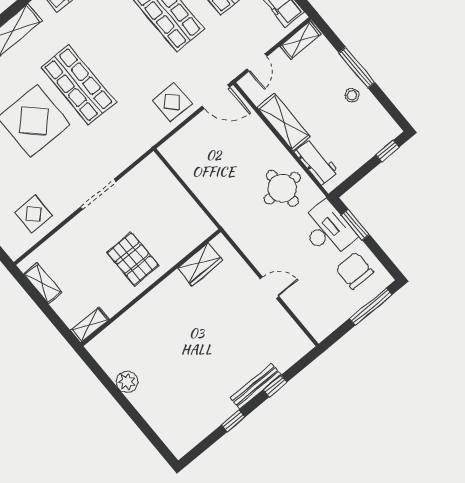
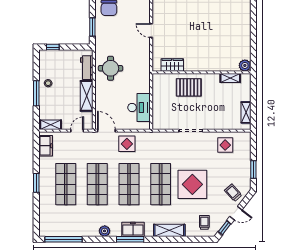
shop shelf: (123, 48) -> (129, 184), added
desk: (327, 230) -> (139, 107), moved, turned 180
pallet: (133, 259) -> (189, 87), moved, turned 90
shelving: (90, 325) -> (230, 78), moved
plant: (127, 382) -> (245, 65), moved

